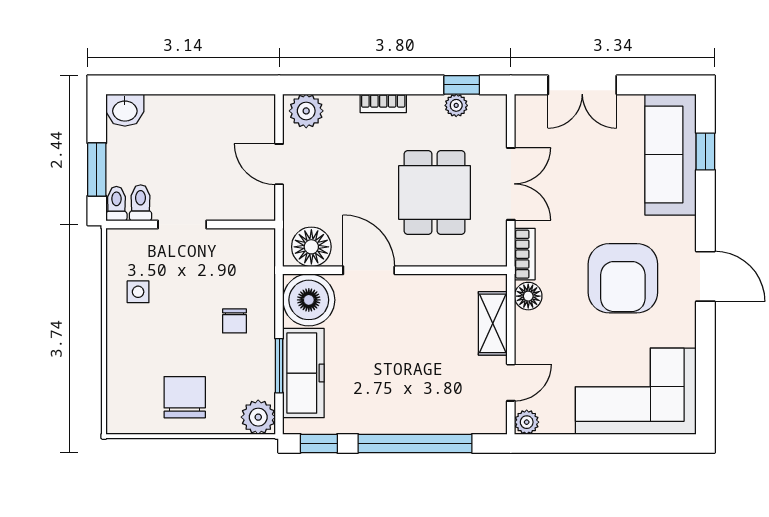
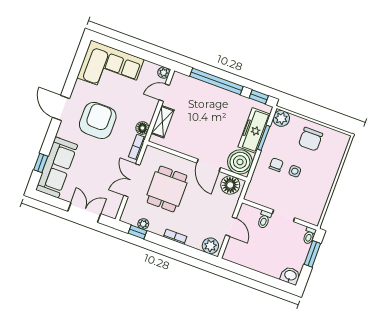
toilet: (141, 203) -> (264, 220), moved
side table: (138, 292) -> (295, 171), moved

